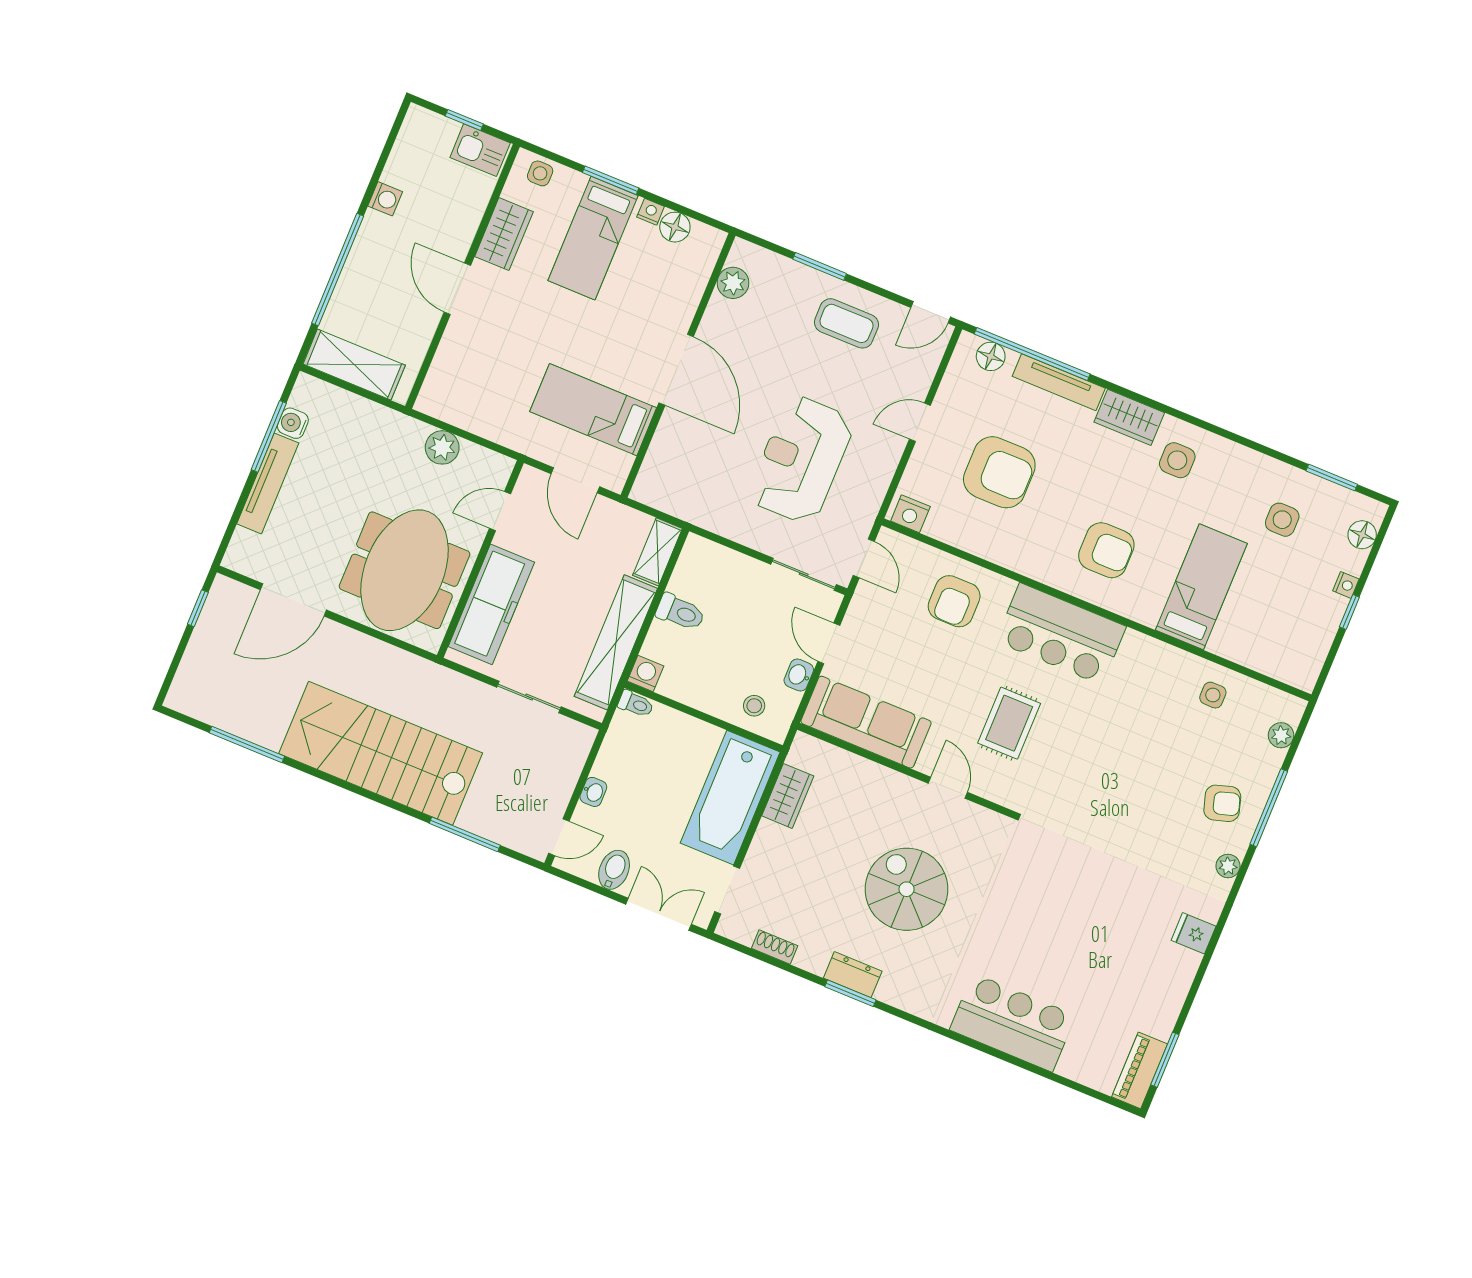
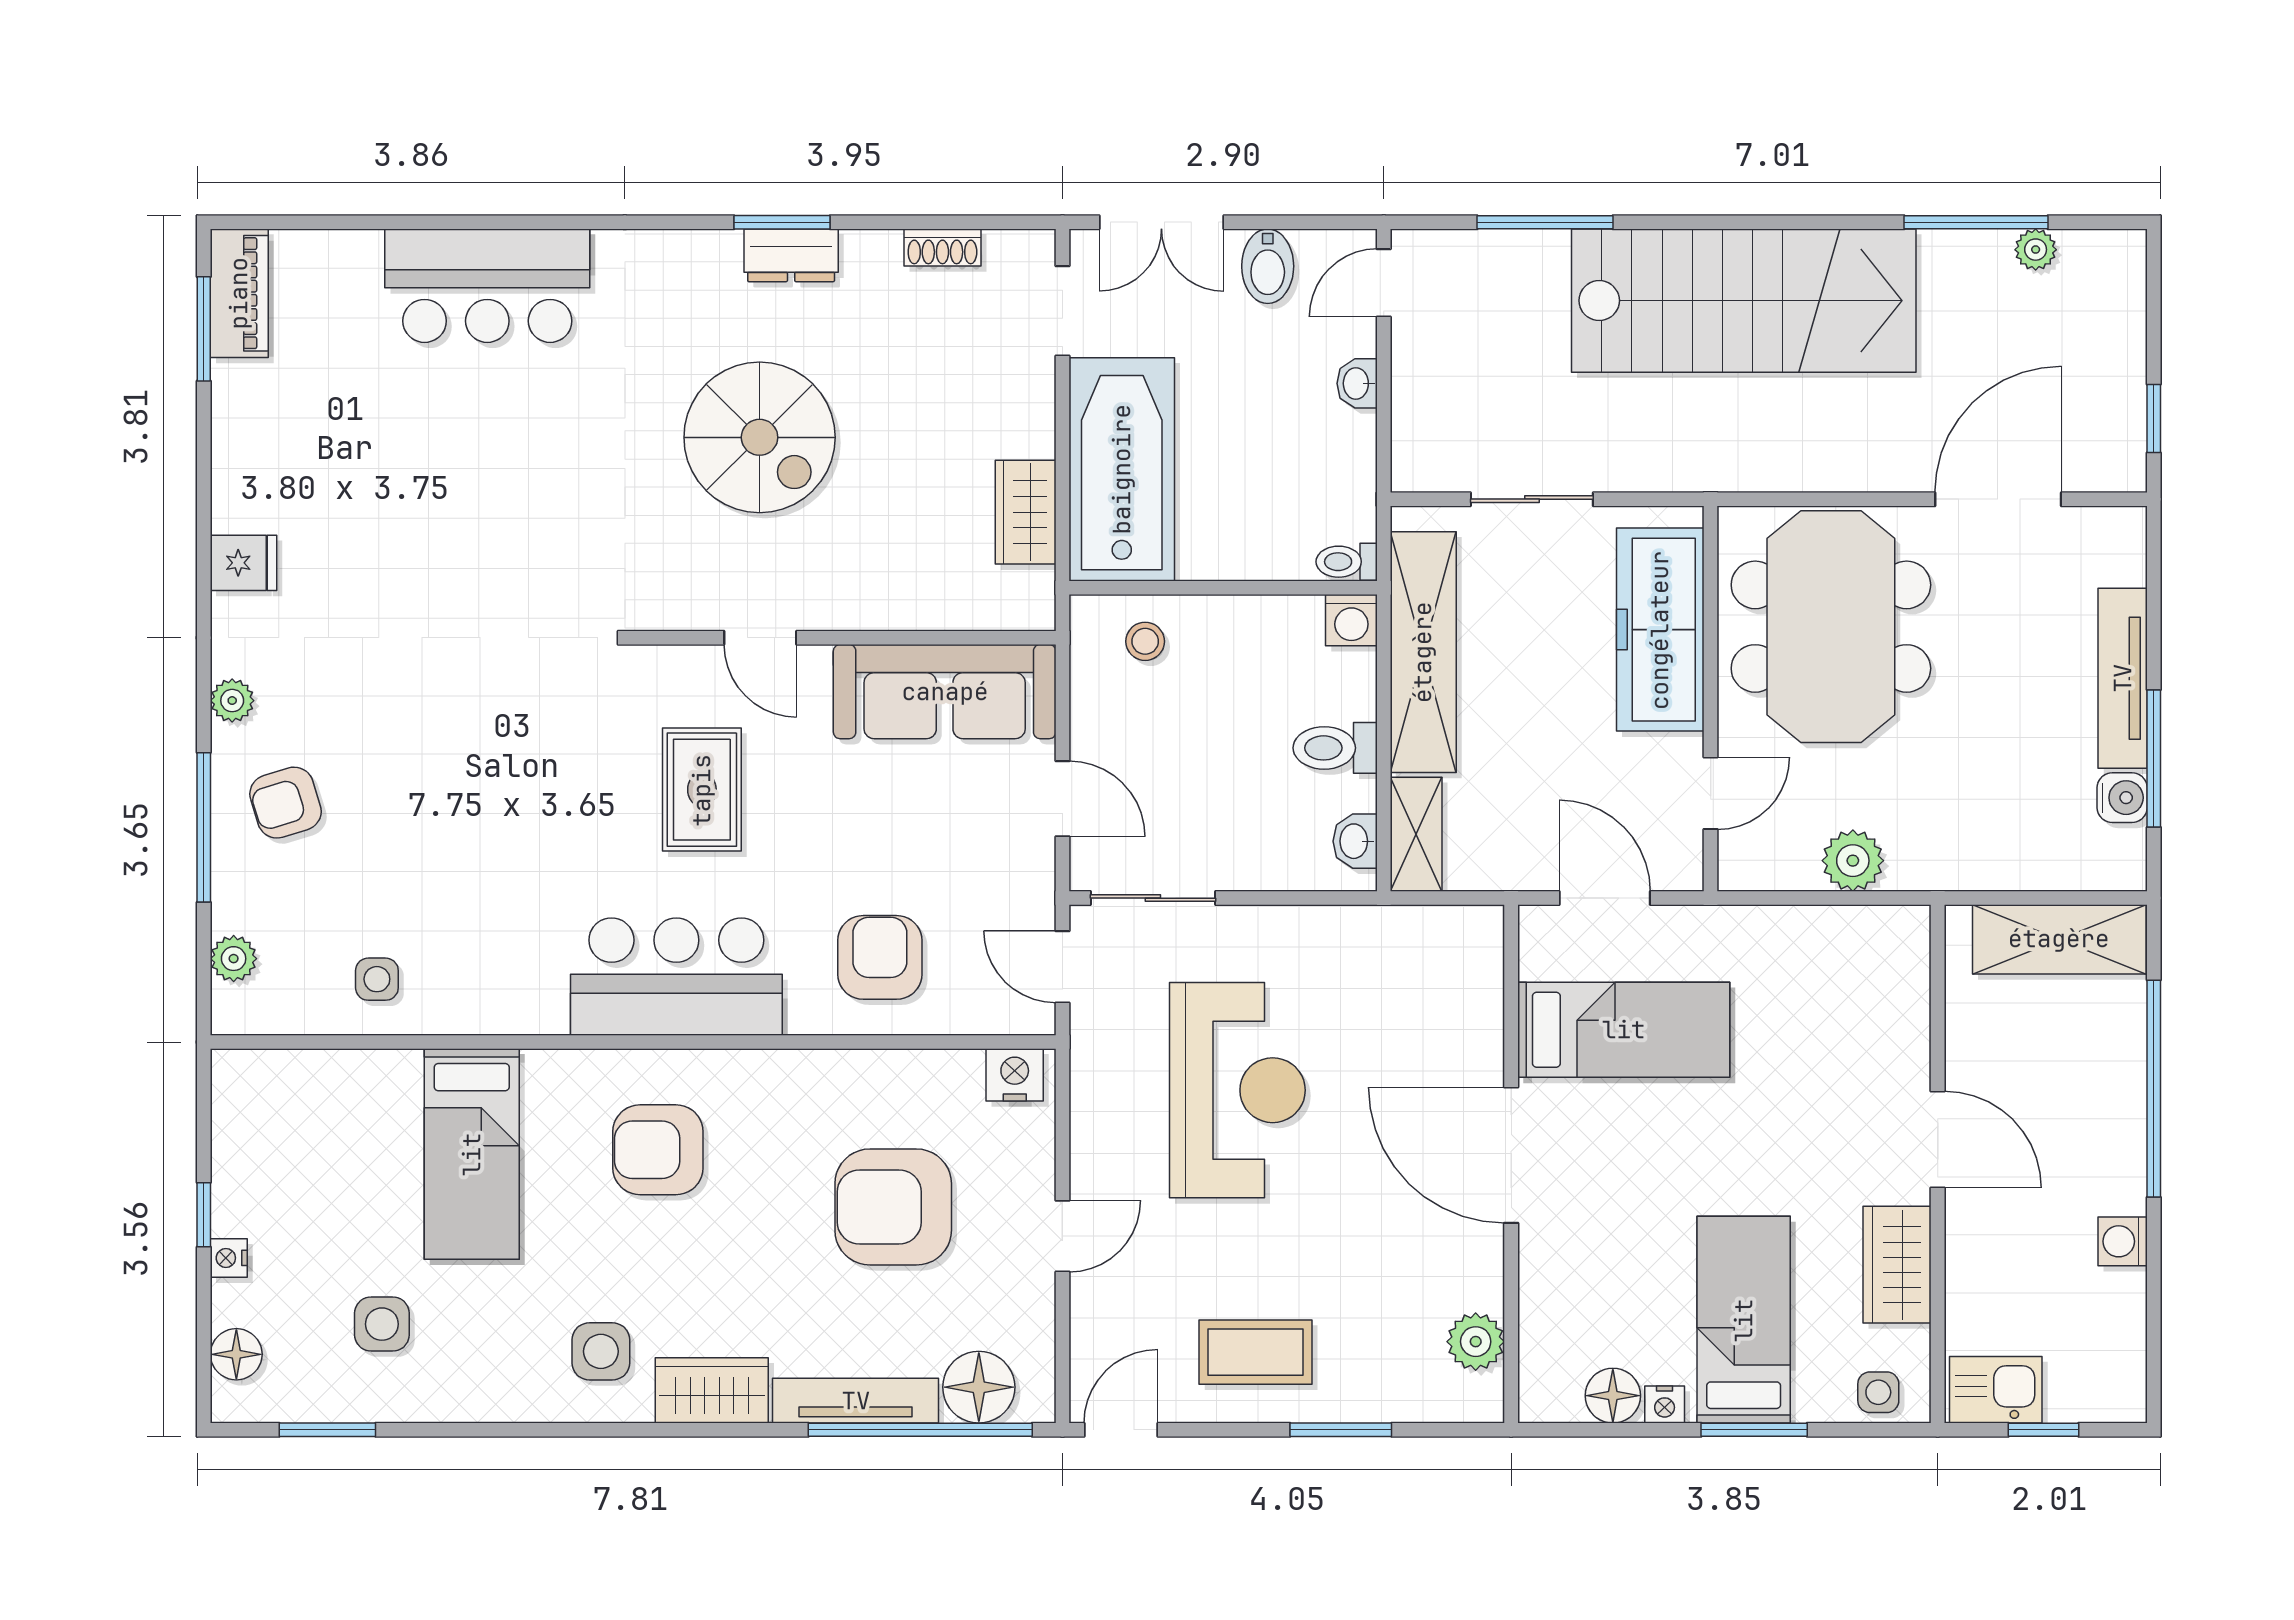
floor lamp: (991, 356) -> (979, 1387), width x1.38, depth x1.38
washbasin: (799, 675) -> (1355, 841), moved, turned 180
plant: (222, 718) -> (2036, 250), added

